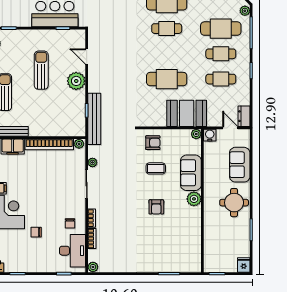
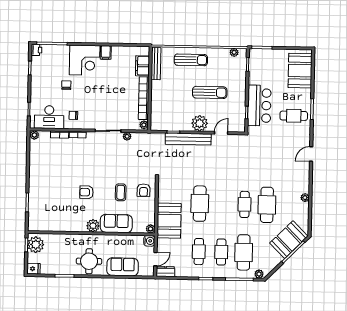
bench: (94, 119) -> (188, 139), moved
plant: (216, 263) -> (36, 245), added

